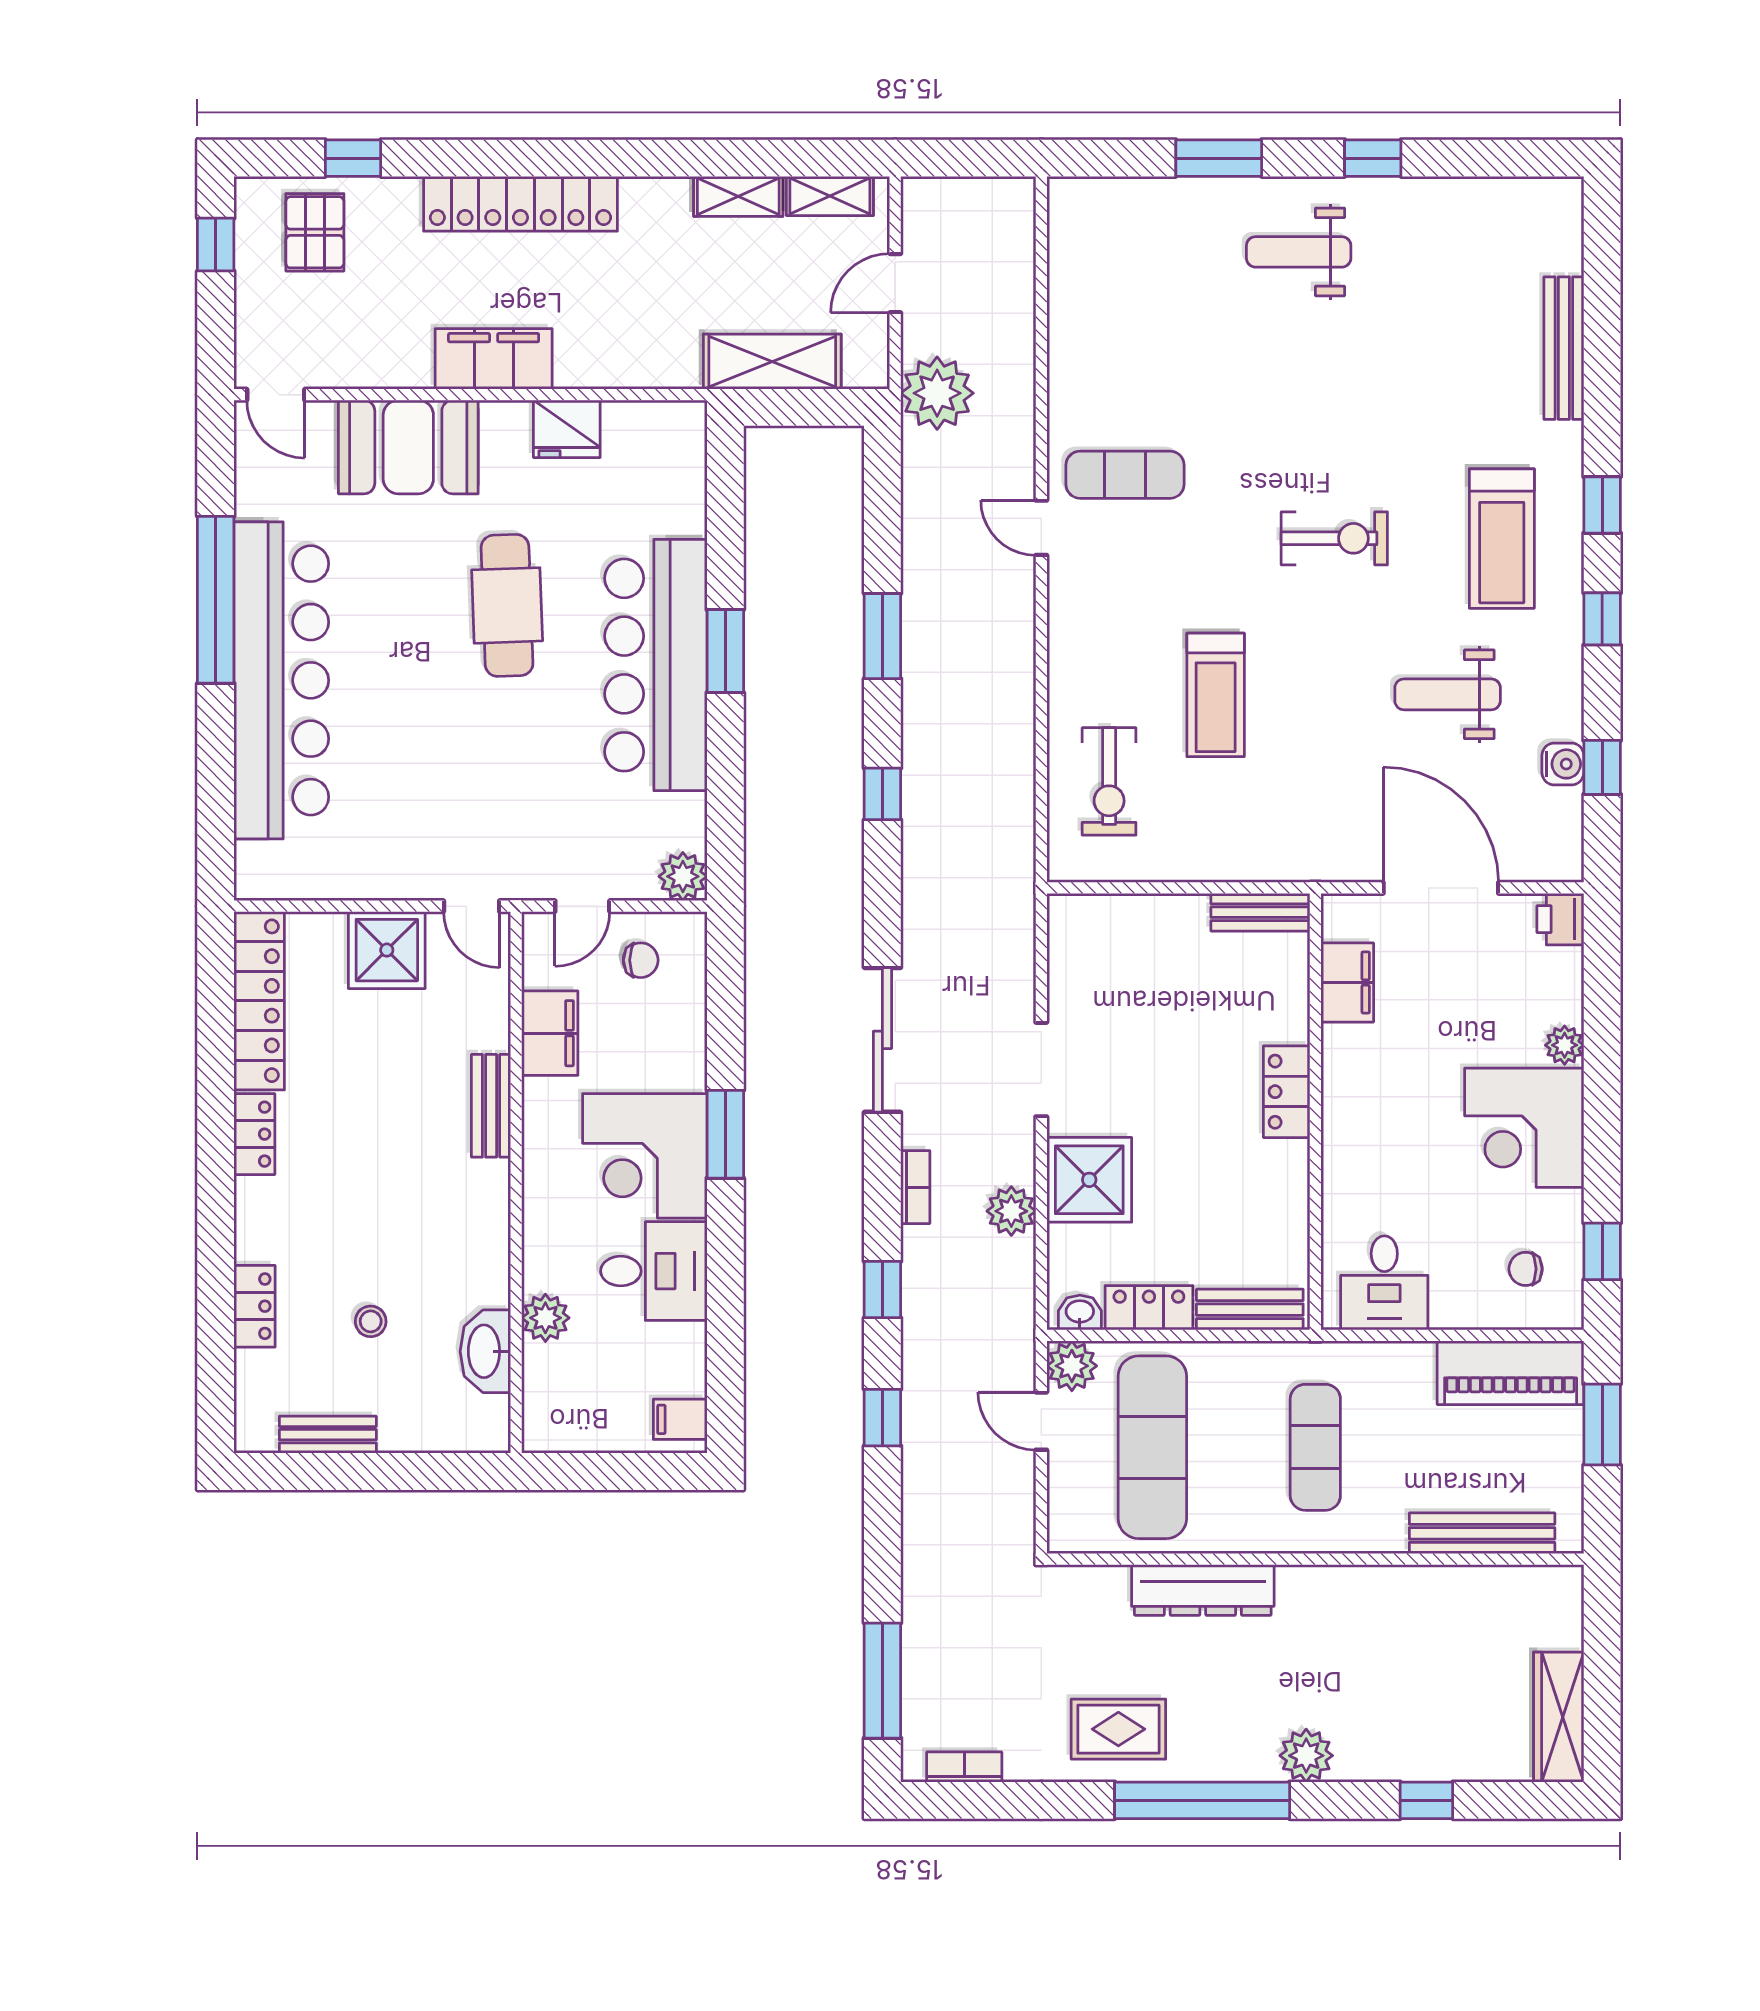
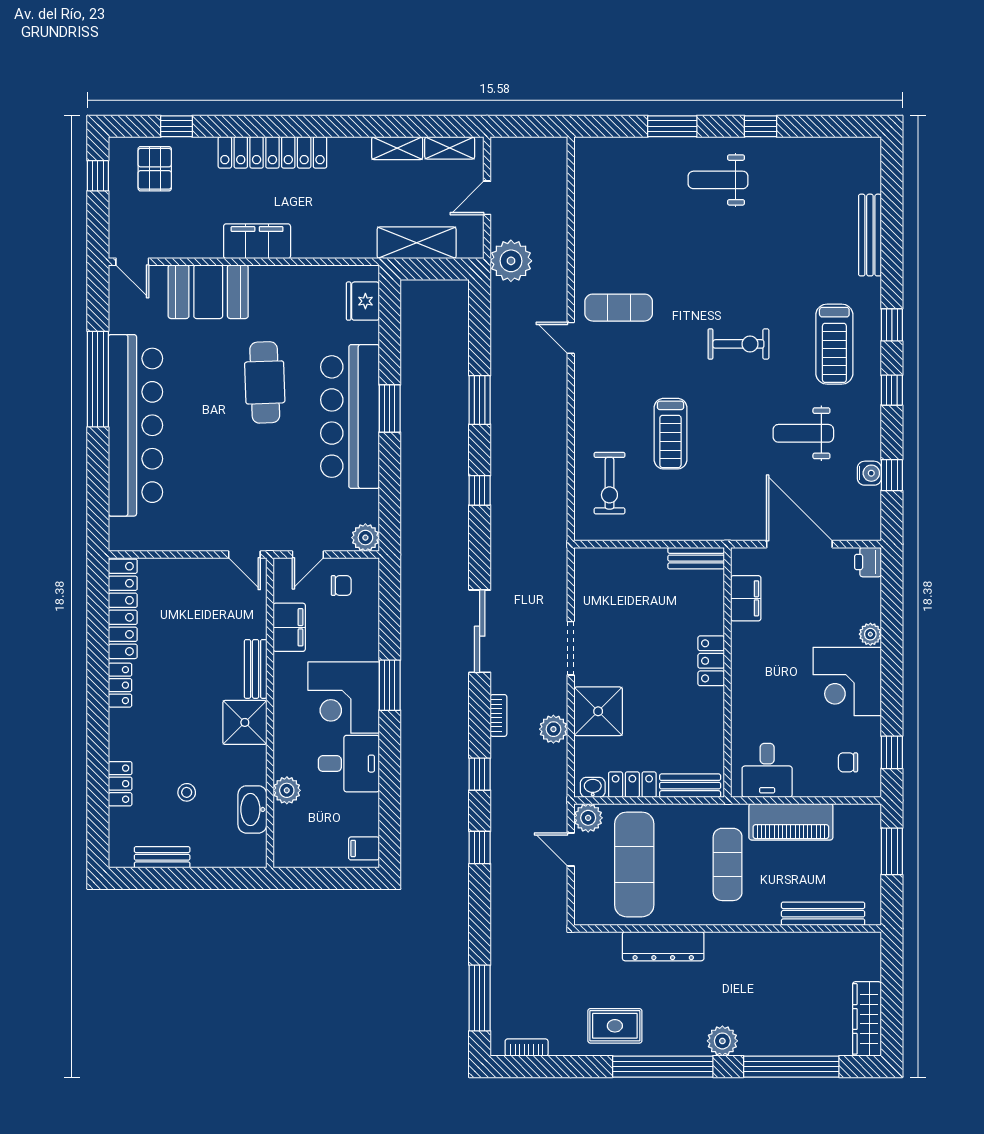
fridge: (567, 429) -> (363, 301), moved, turned 90
shower: (387, 950) -> (245, 722), moved
piano: (1511, 1373) -> (791, 822), moved
window: (1426, 1800) -> (791, 1067), width x3.17

